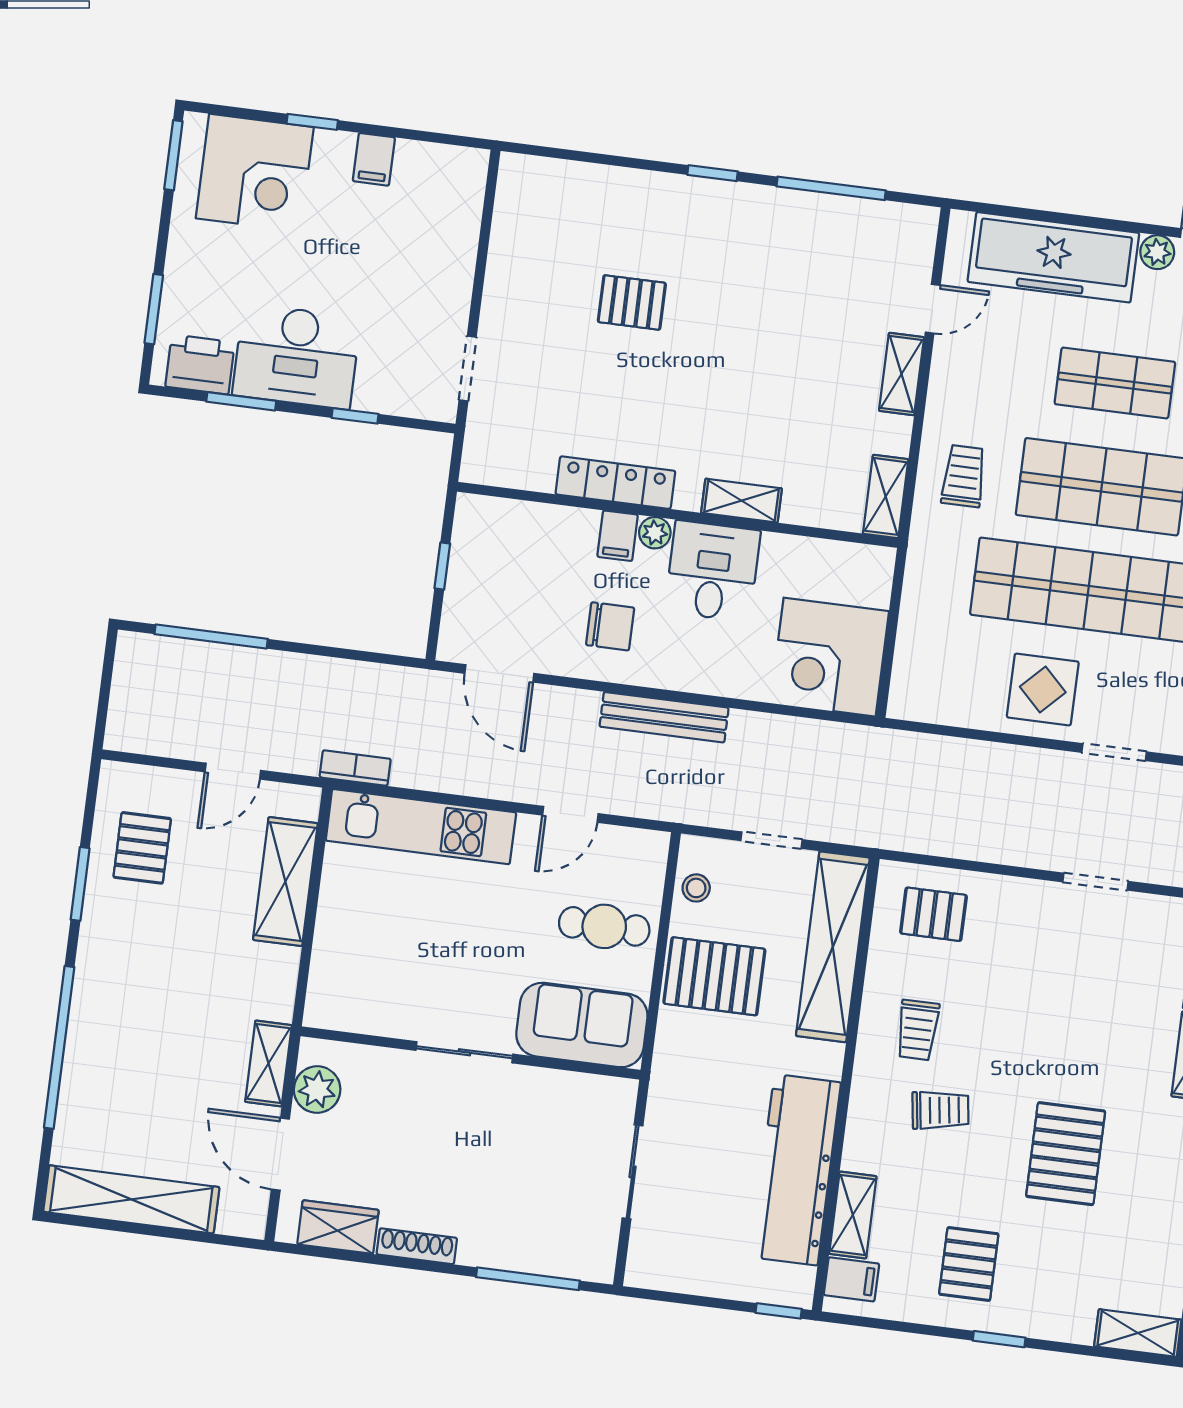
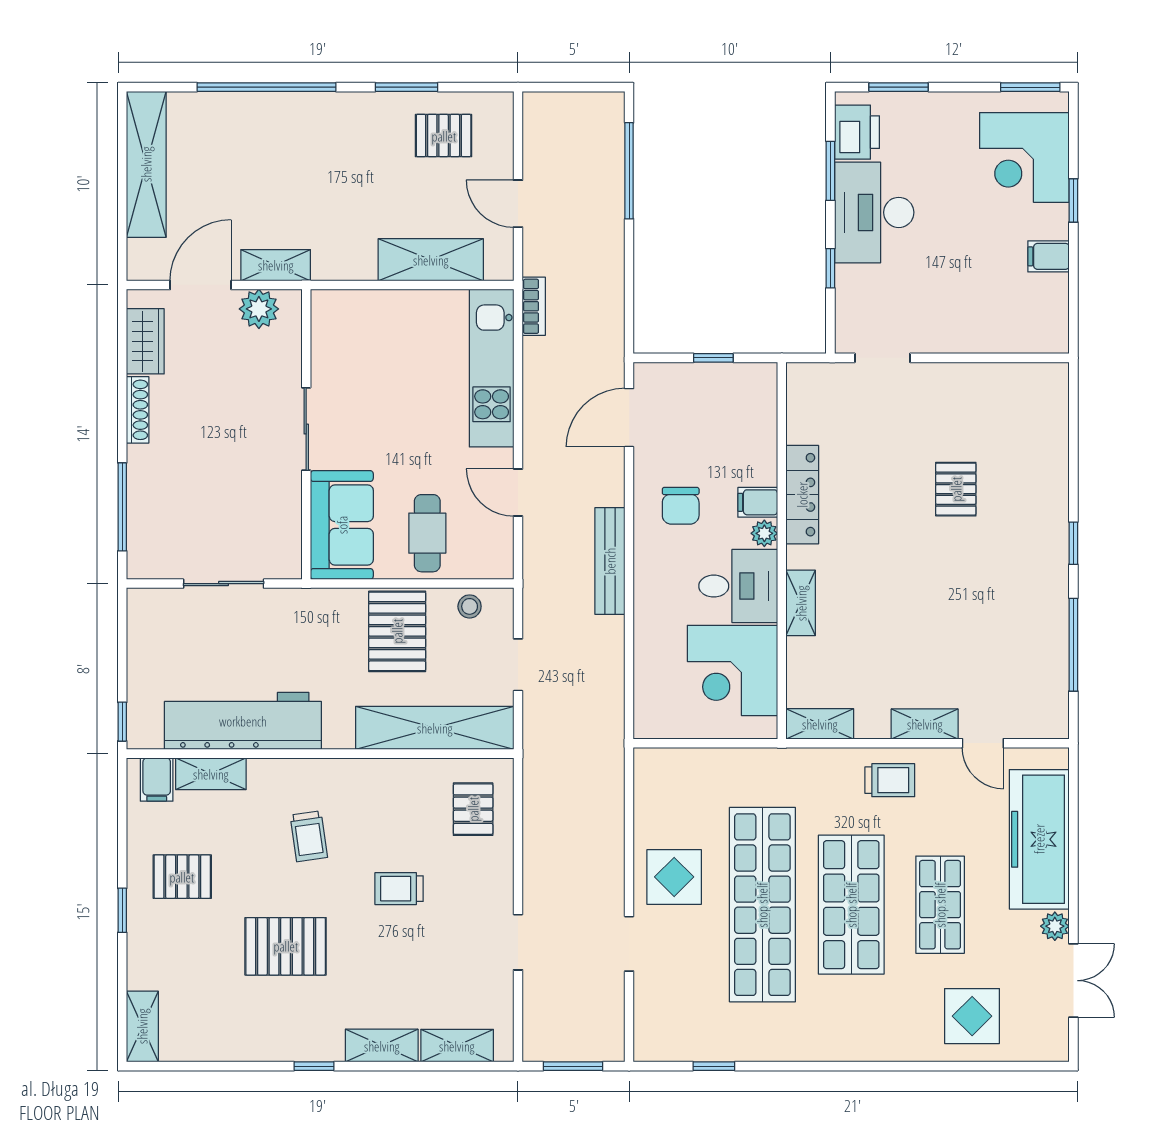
trolley: (964, 476) -> (890, 780), moved
corner desk: (830, 657) -> (732, 671), moved, turned -90
trolley: (918, 1030) -> (399, 889), moved

